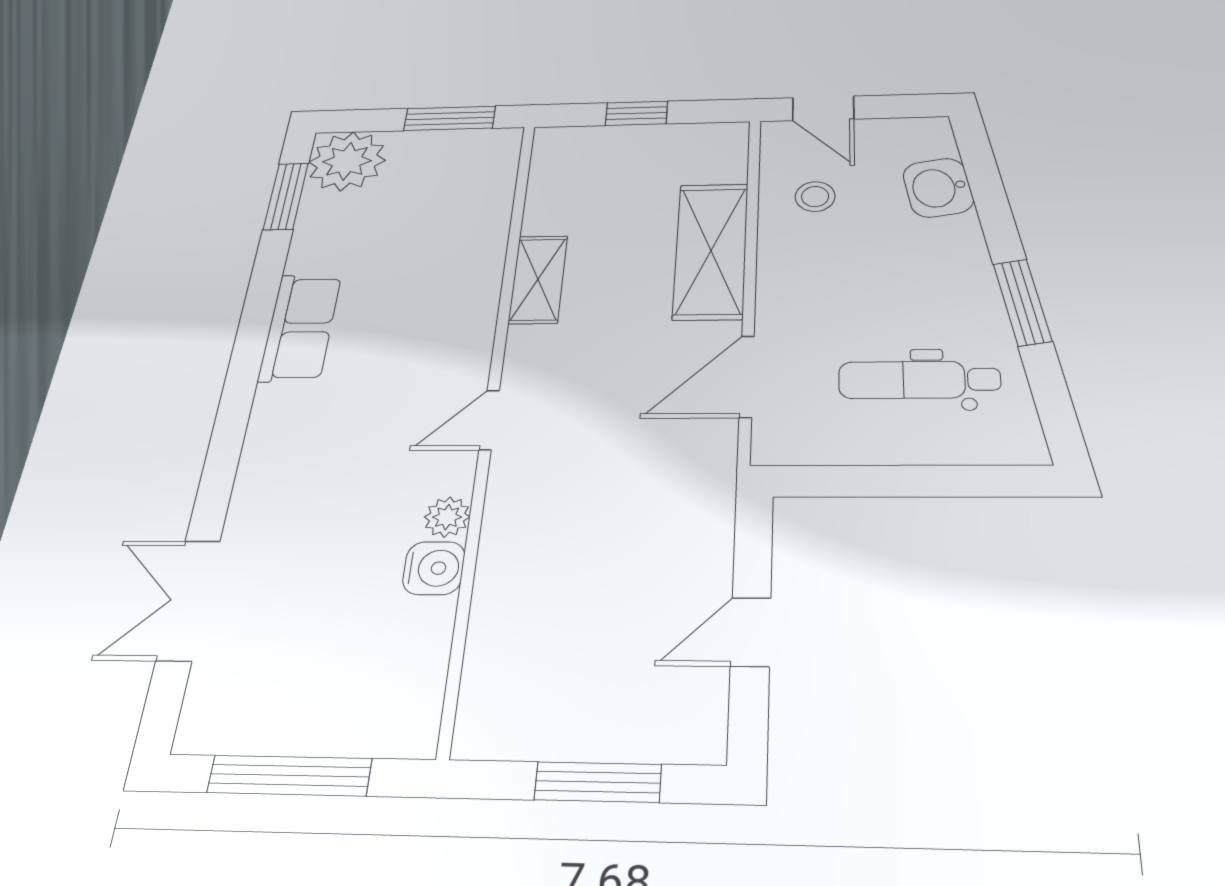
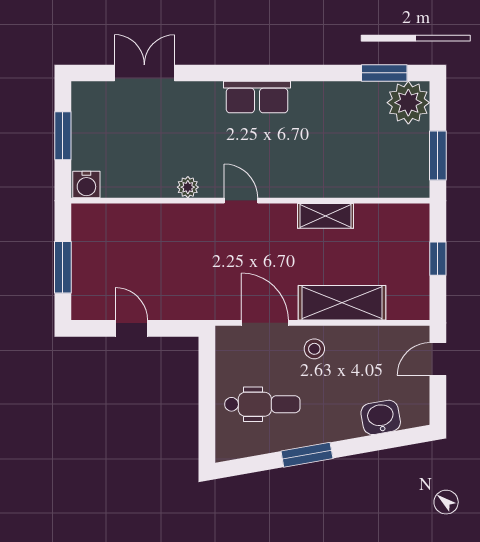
stool: (815, 197) -> (314, 349), moved
row of seats: (300, 328) -> (257, 97), moved
dental chair: (919, 380) -> (262, 404), turned 90
water cooler: (434, 568) -> (86, 184), moved
window: (290, 776) -> (63, 136), width x0.69

